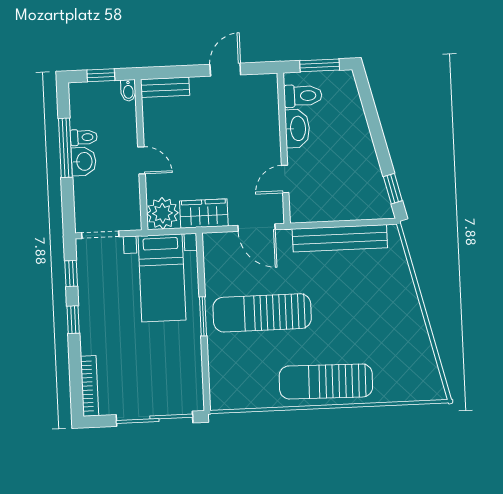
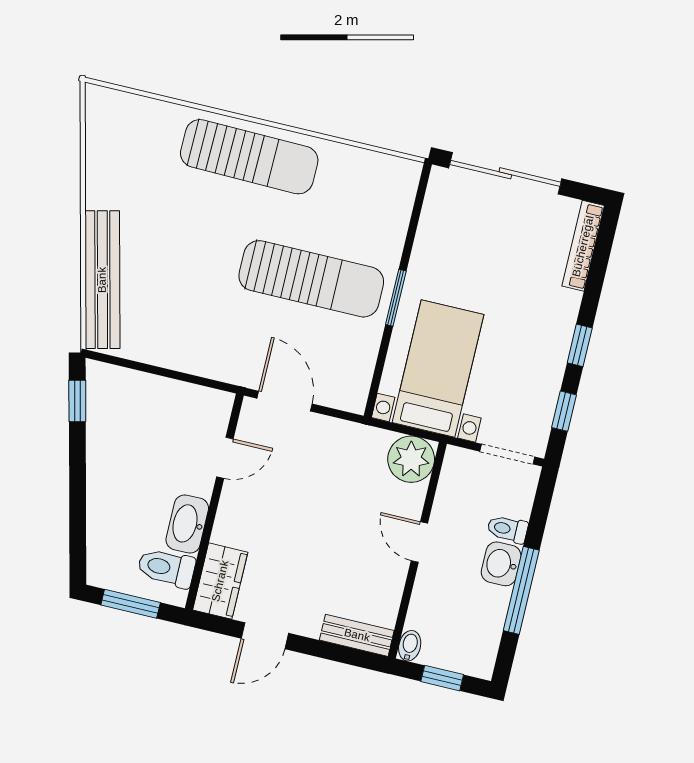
toilet: (84, 137) -> (508, 529), moved
wardrobe: (204, 214) -> (220, 581), moved, turned -90
bench: (340, 238) -> (102, 280), moved, turned 76

